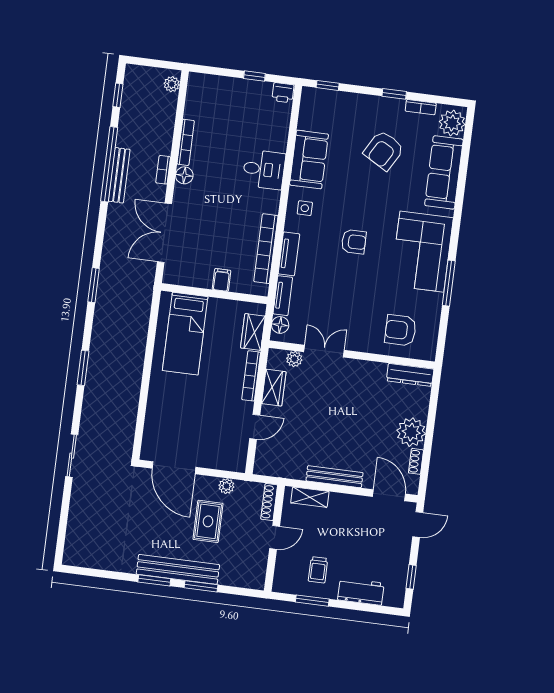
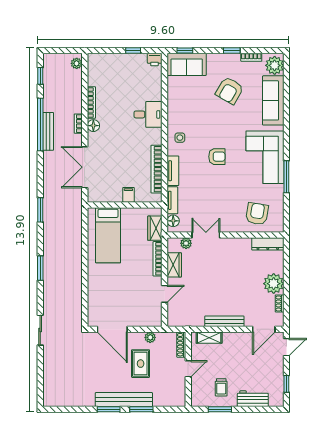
sofa: (309, 160) -> (187, 64), moved, turned 90
armchair: (400, 330) -> (257, 214), turned 99
door: (389, 495) -> (264, 329), swing flipped

